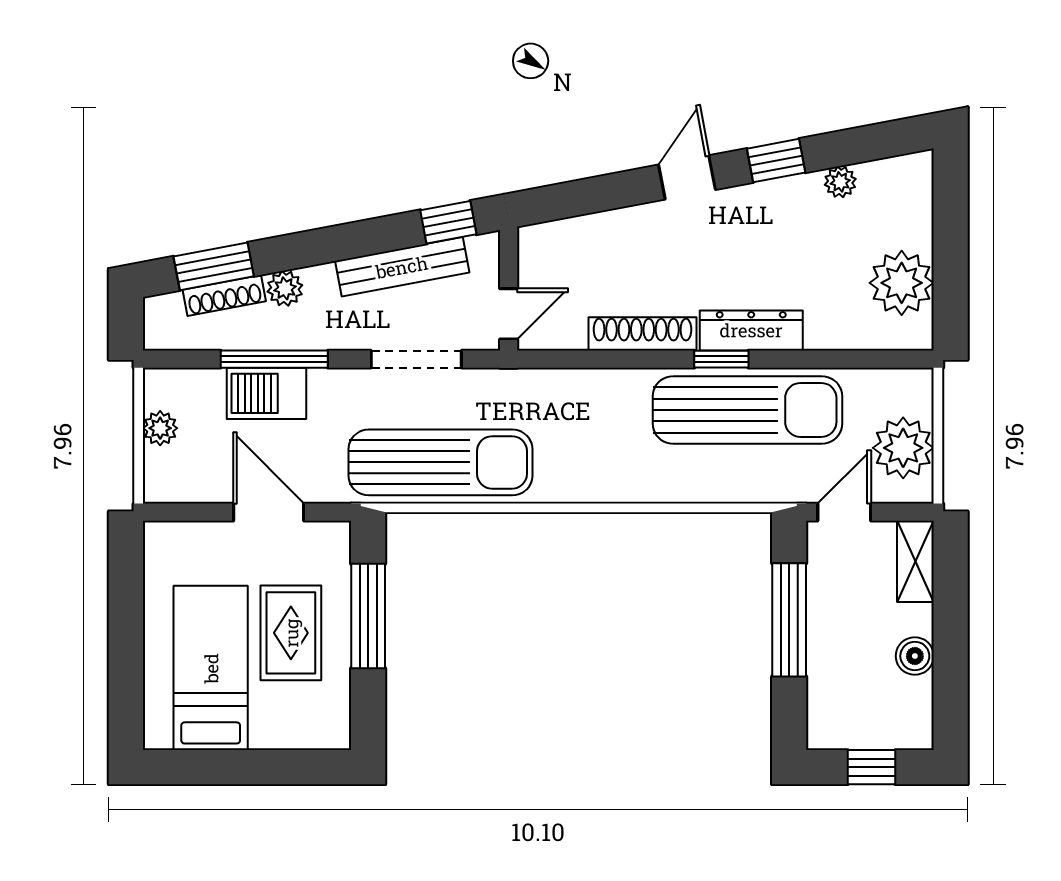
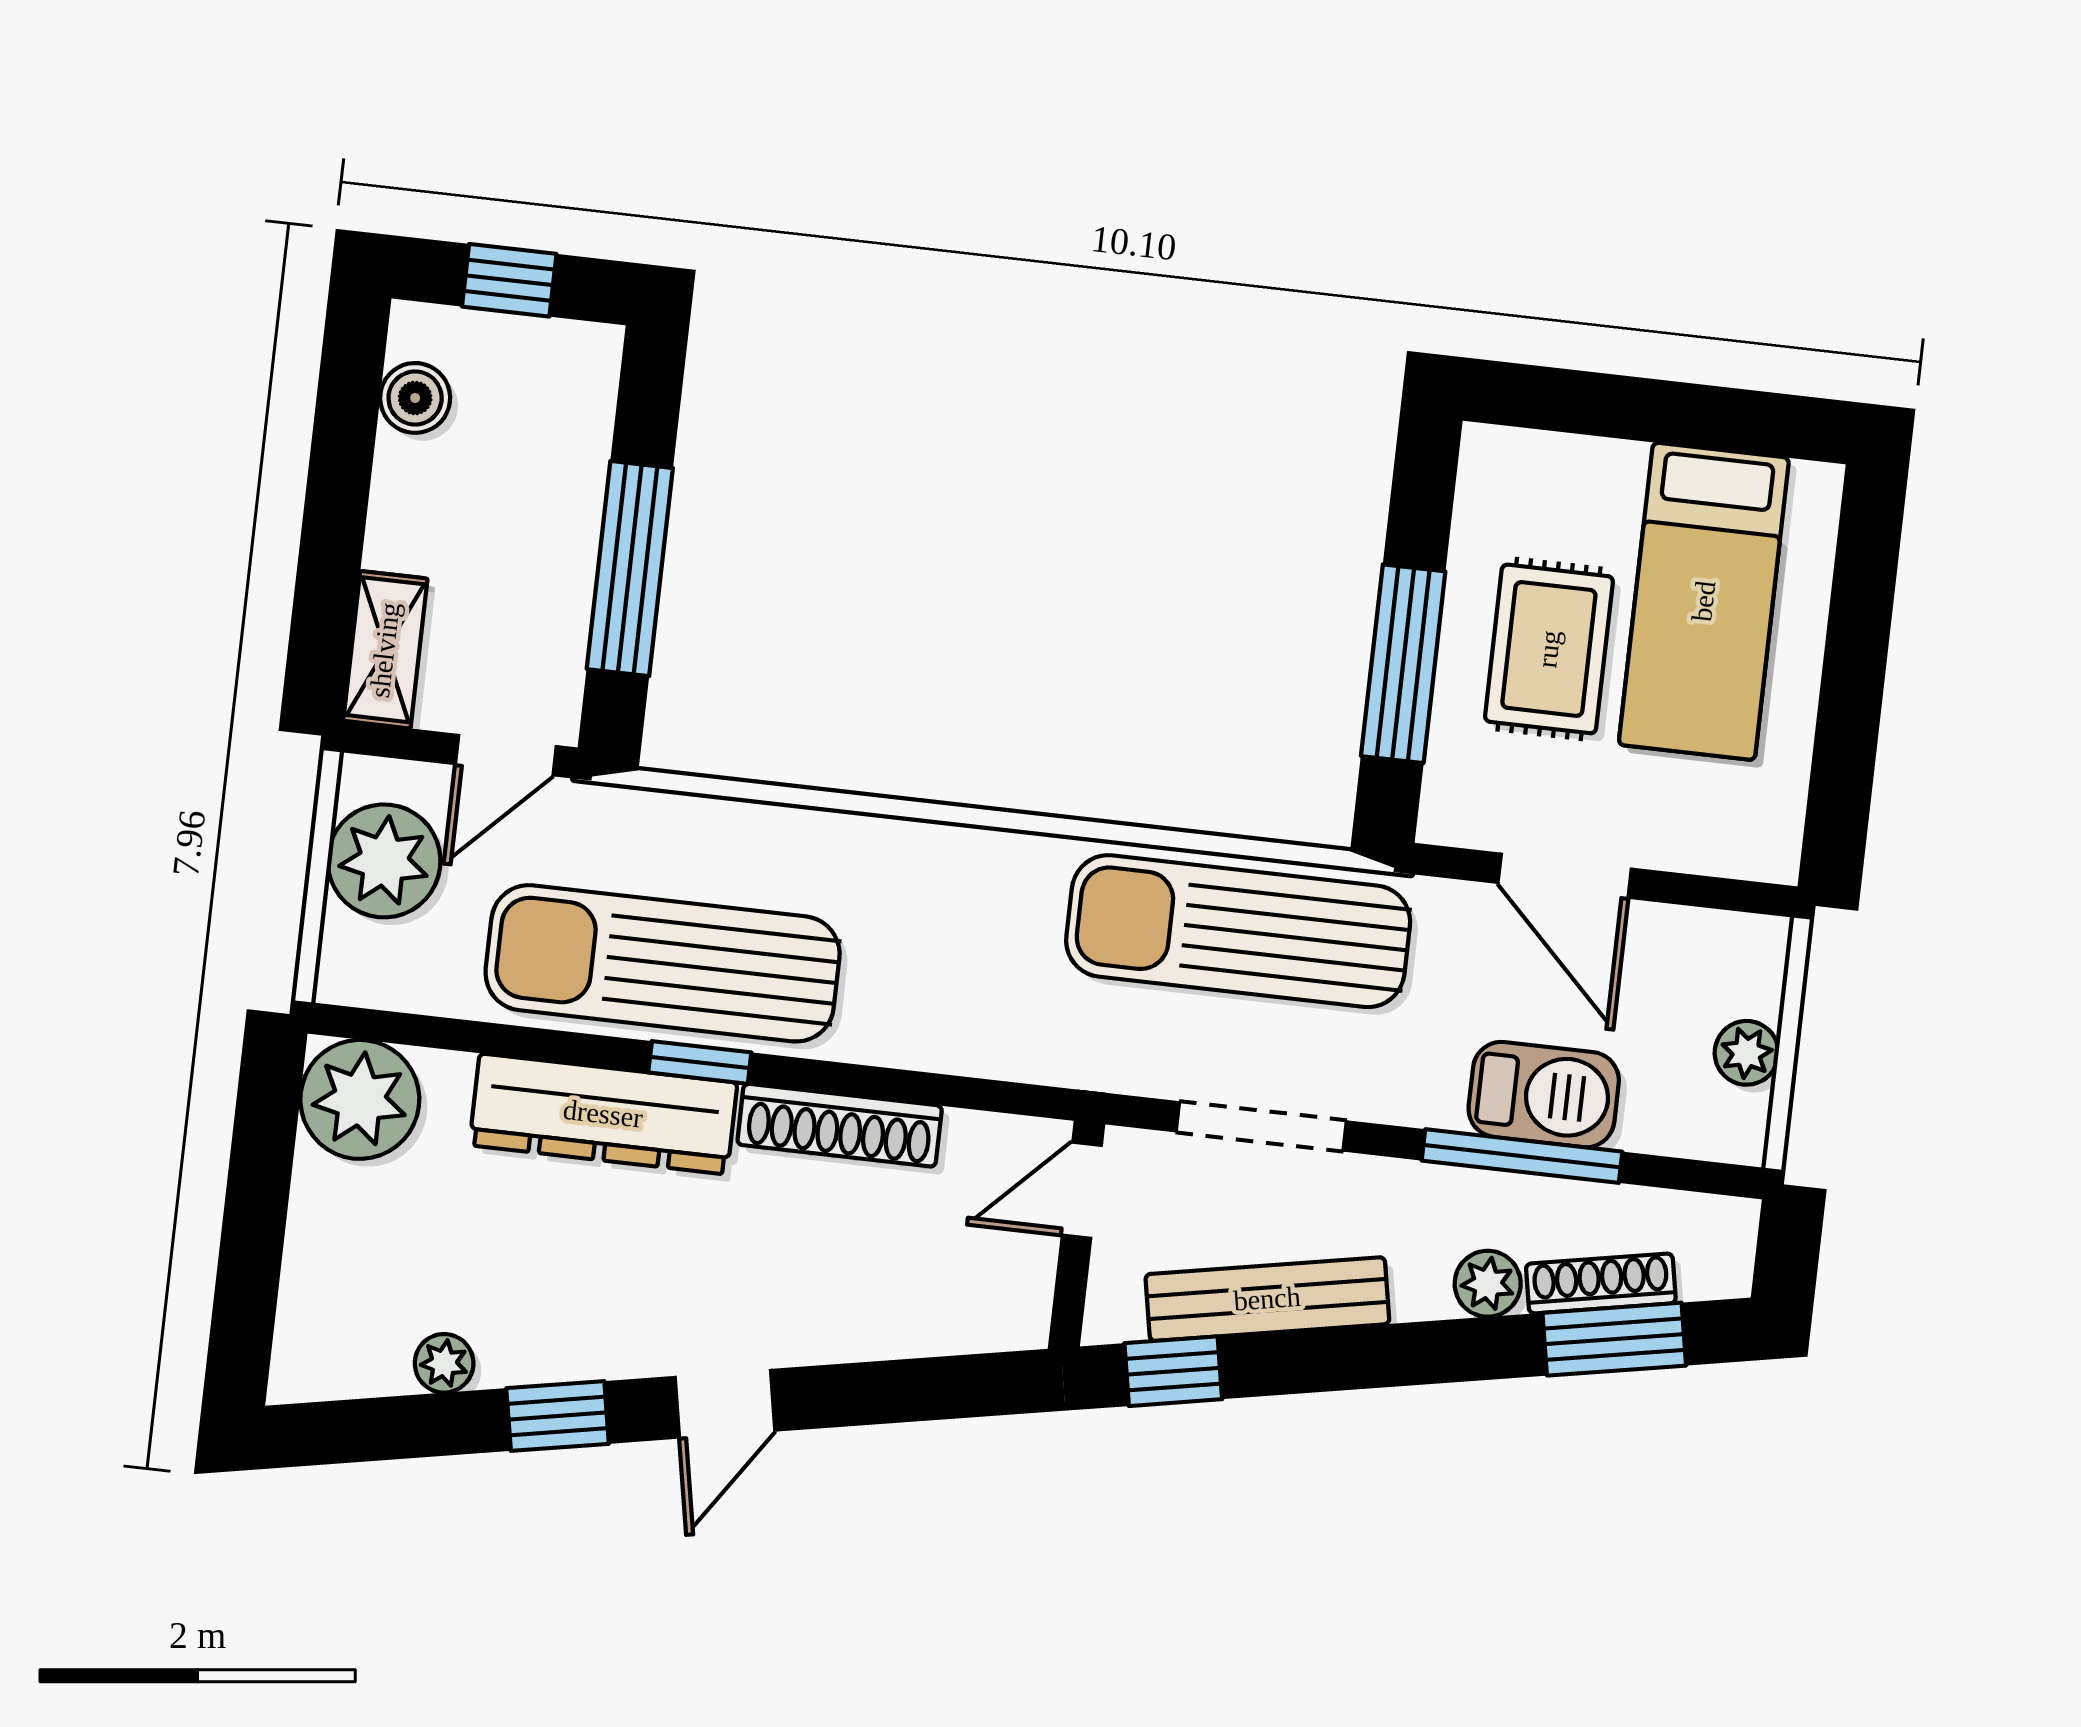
plant: (902, 283) -> (360, 1099), moved
dresser: (751, 330) -> (603, 1114), width x1.37, depth x1.24
boiler: (915, 656) -> (415, 398), moved

